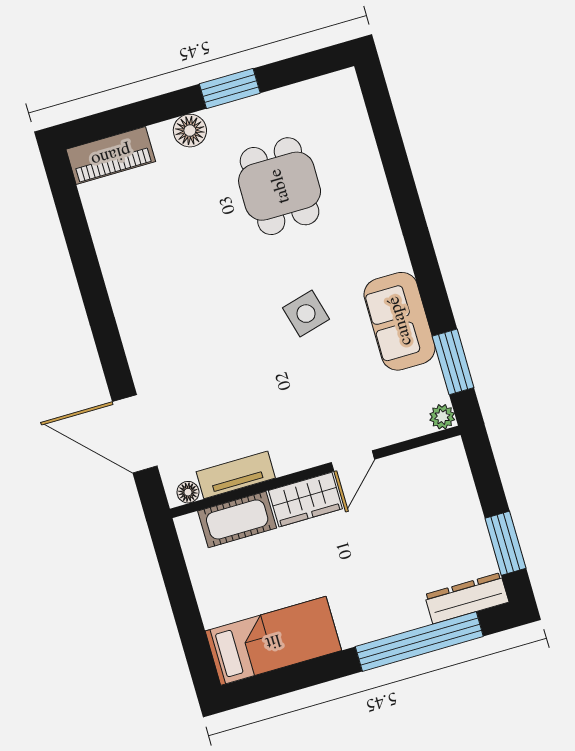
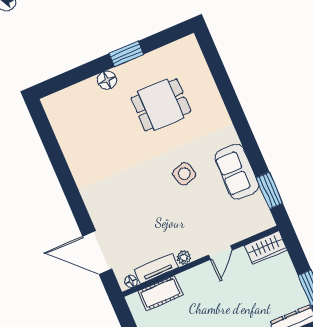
piano: (111, 155) -> (65, 99), removed
dining table: (280, 186) -> (161, 105), turned 90
plant: (442, 417) -> (184, 258), moved
wardrobe: (305, 500) -> (266, 248), moved

